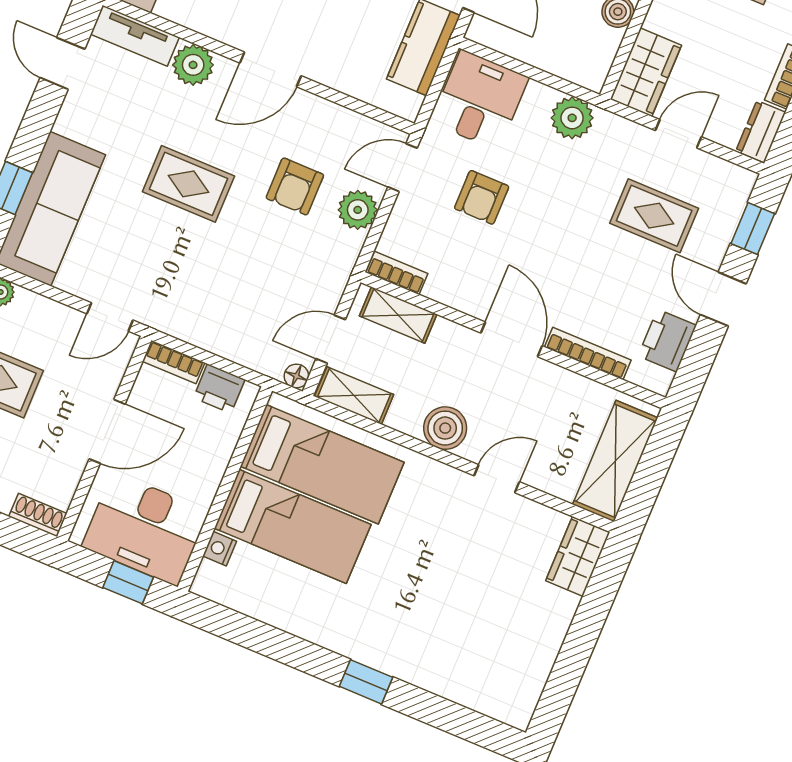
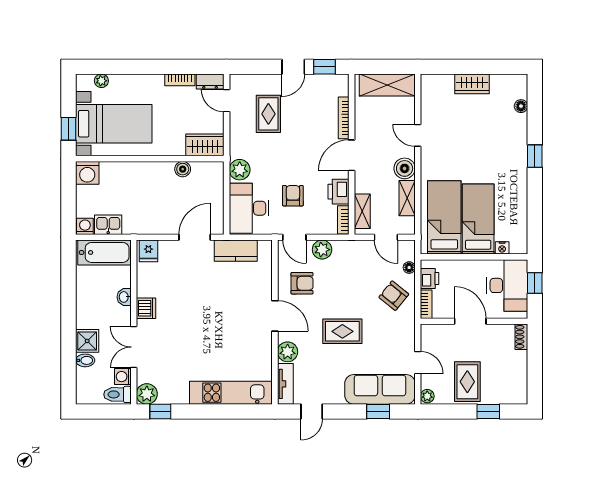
desk: (480, 100) -> (249, 208), width x1.37
door: (678, 134) -> (227, 101), moved
rug: (188, 184) -> (342, 331), turned 90
armchair: (295, 186) -> (302, 283), moved
armchair: (482, 197) -> (293, 196), turned -90
window: (753, 229) -> (324, 67), moved
armchair: (215, 308) -> (394, 296), added
door: (110, 317) -> (418, 363), moved
printer: (667, 341) -> (339, 192), moved, turned 90
floor lamp: (296, 376) -> (409, 268), moved
shelving: (354, 396) -> (407, 198), moved
wardrobe: (578, 556) -> (472, 84), moved
floor lamp: (471, 695) -> (521, 106), added

